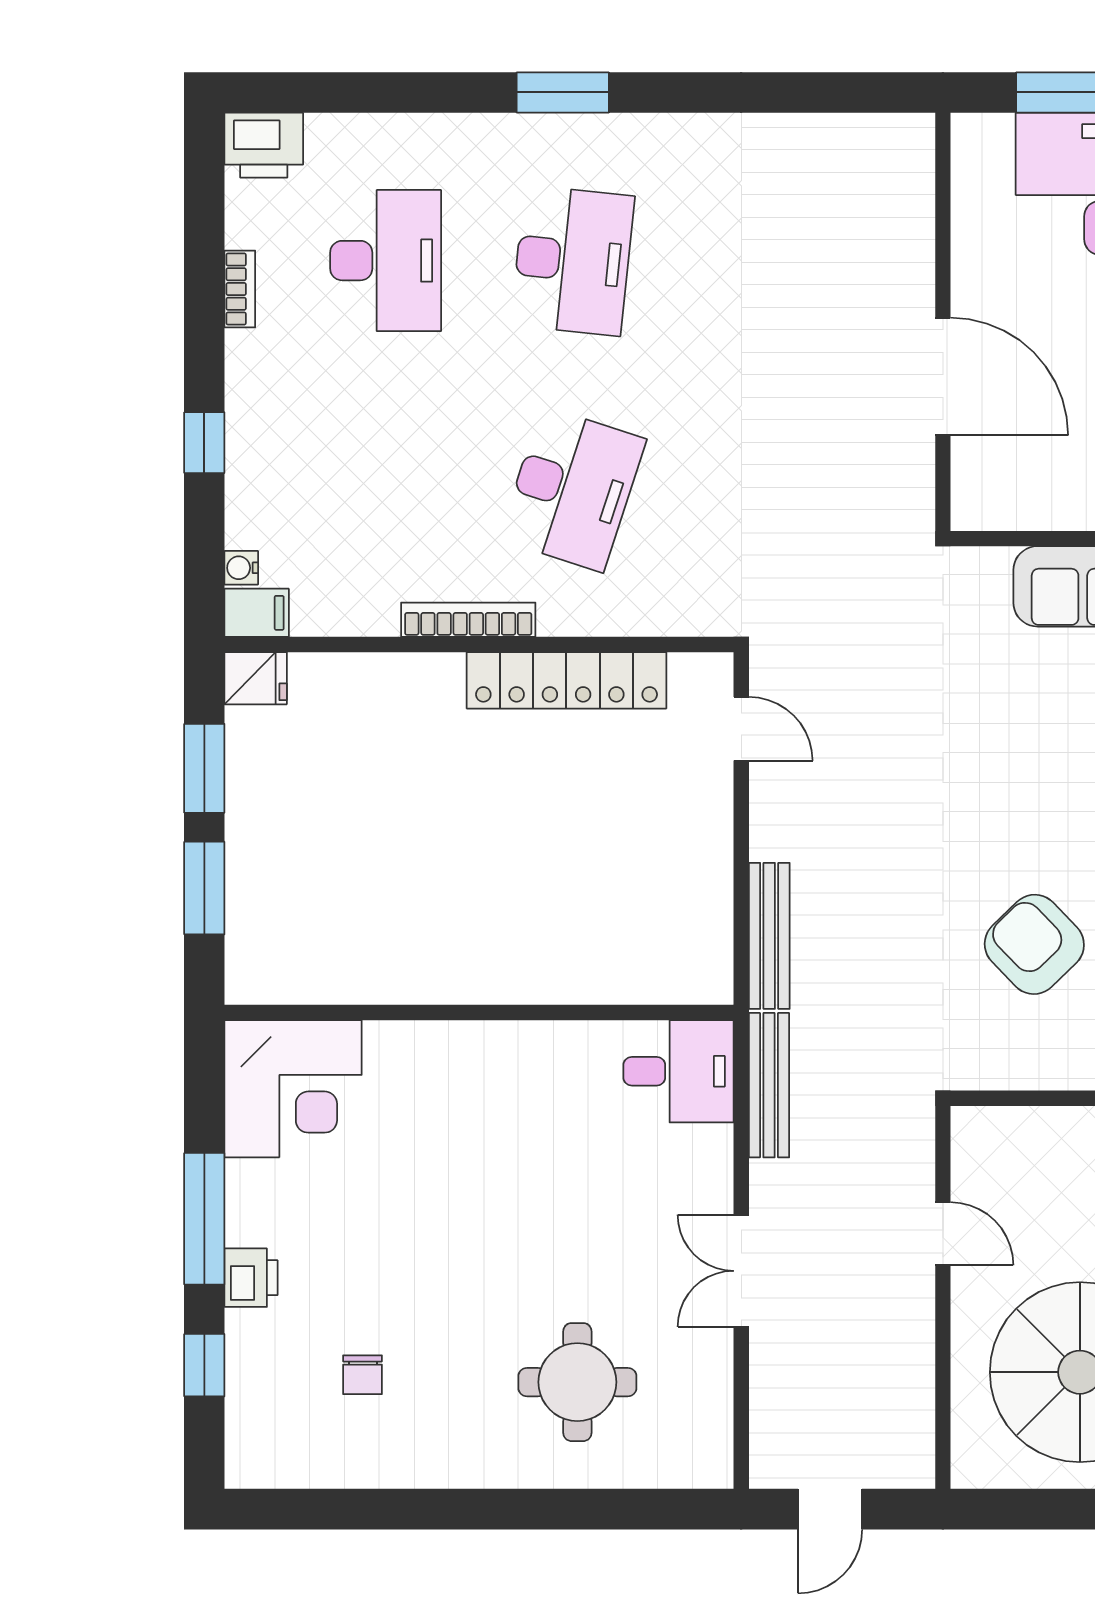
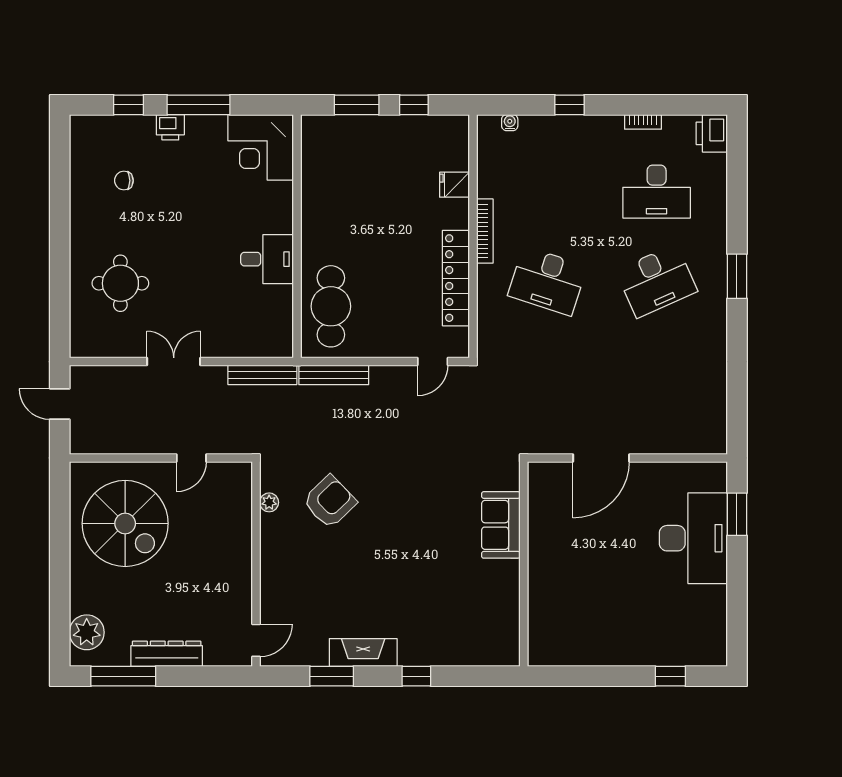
desk: (572, 261) -> (657, 281), turned -30
filing cabinet: (257, 613) -> (488, 130), removed
fridge: (256, 678) -> (455, 185), moved, turned 90
window: (204, 768) -> (414, 105), width x0.67
cafe table: (626, 942) -> (331, 306), added
desk: (678, 1071) -> (267, 259), moved, turned -90
plant: (1036, 1071) -> (269, 502), added

